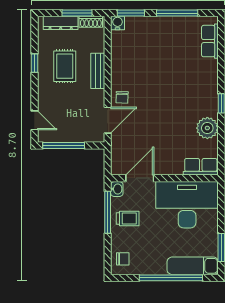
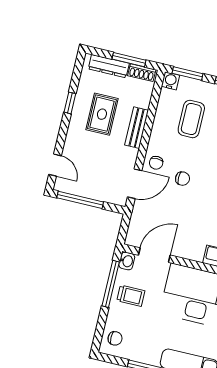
coffee table: (144, 52) -> (191, 119), added
chair: (148, 106) -> (183, 179), added

